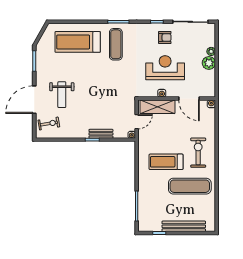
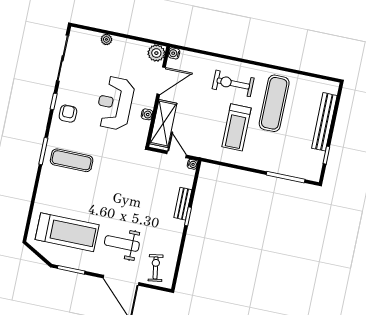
armchair: (165, 38) -> (68, 114), moved
treadmill: (78, 42) -> (67, 232), moved, turned -90
plant: (209, 63) -> (156, 53), moved
weight bench: (62, 95) -> (122, 243), turned 180

